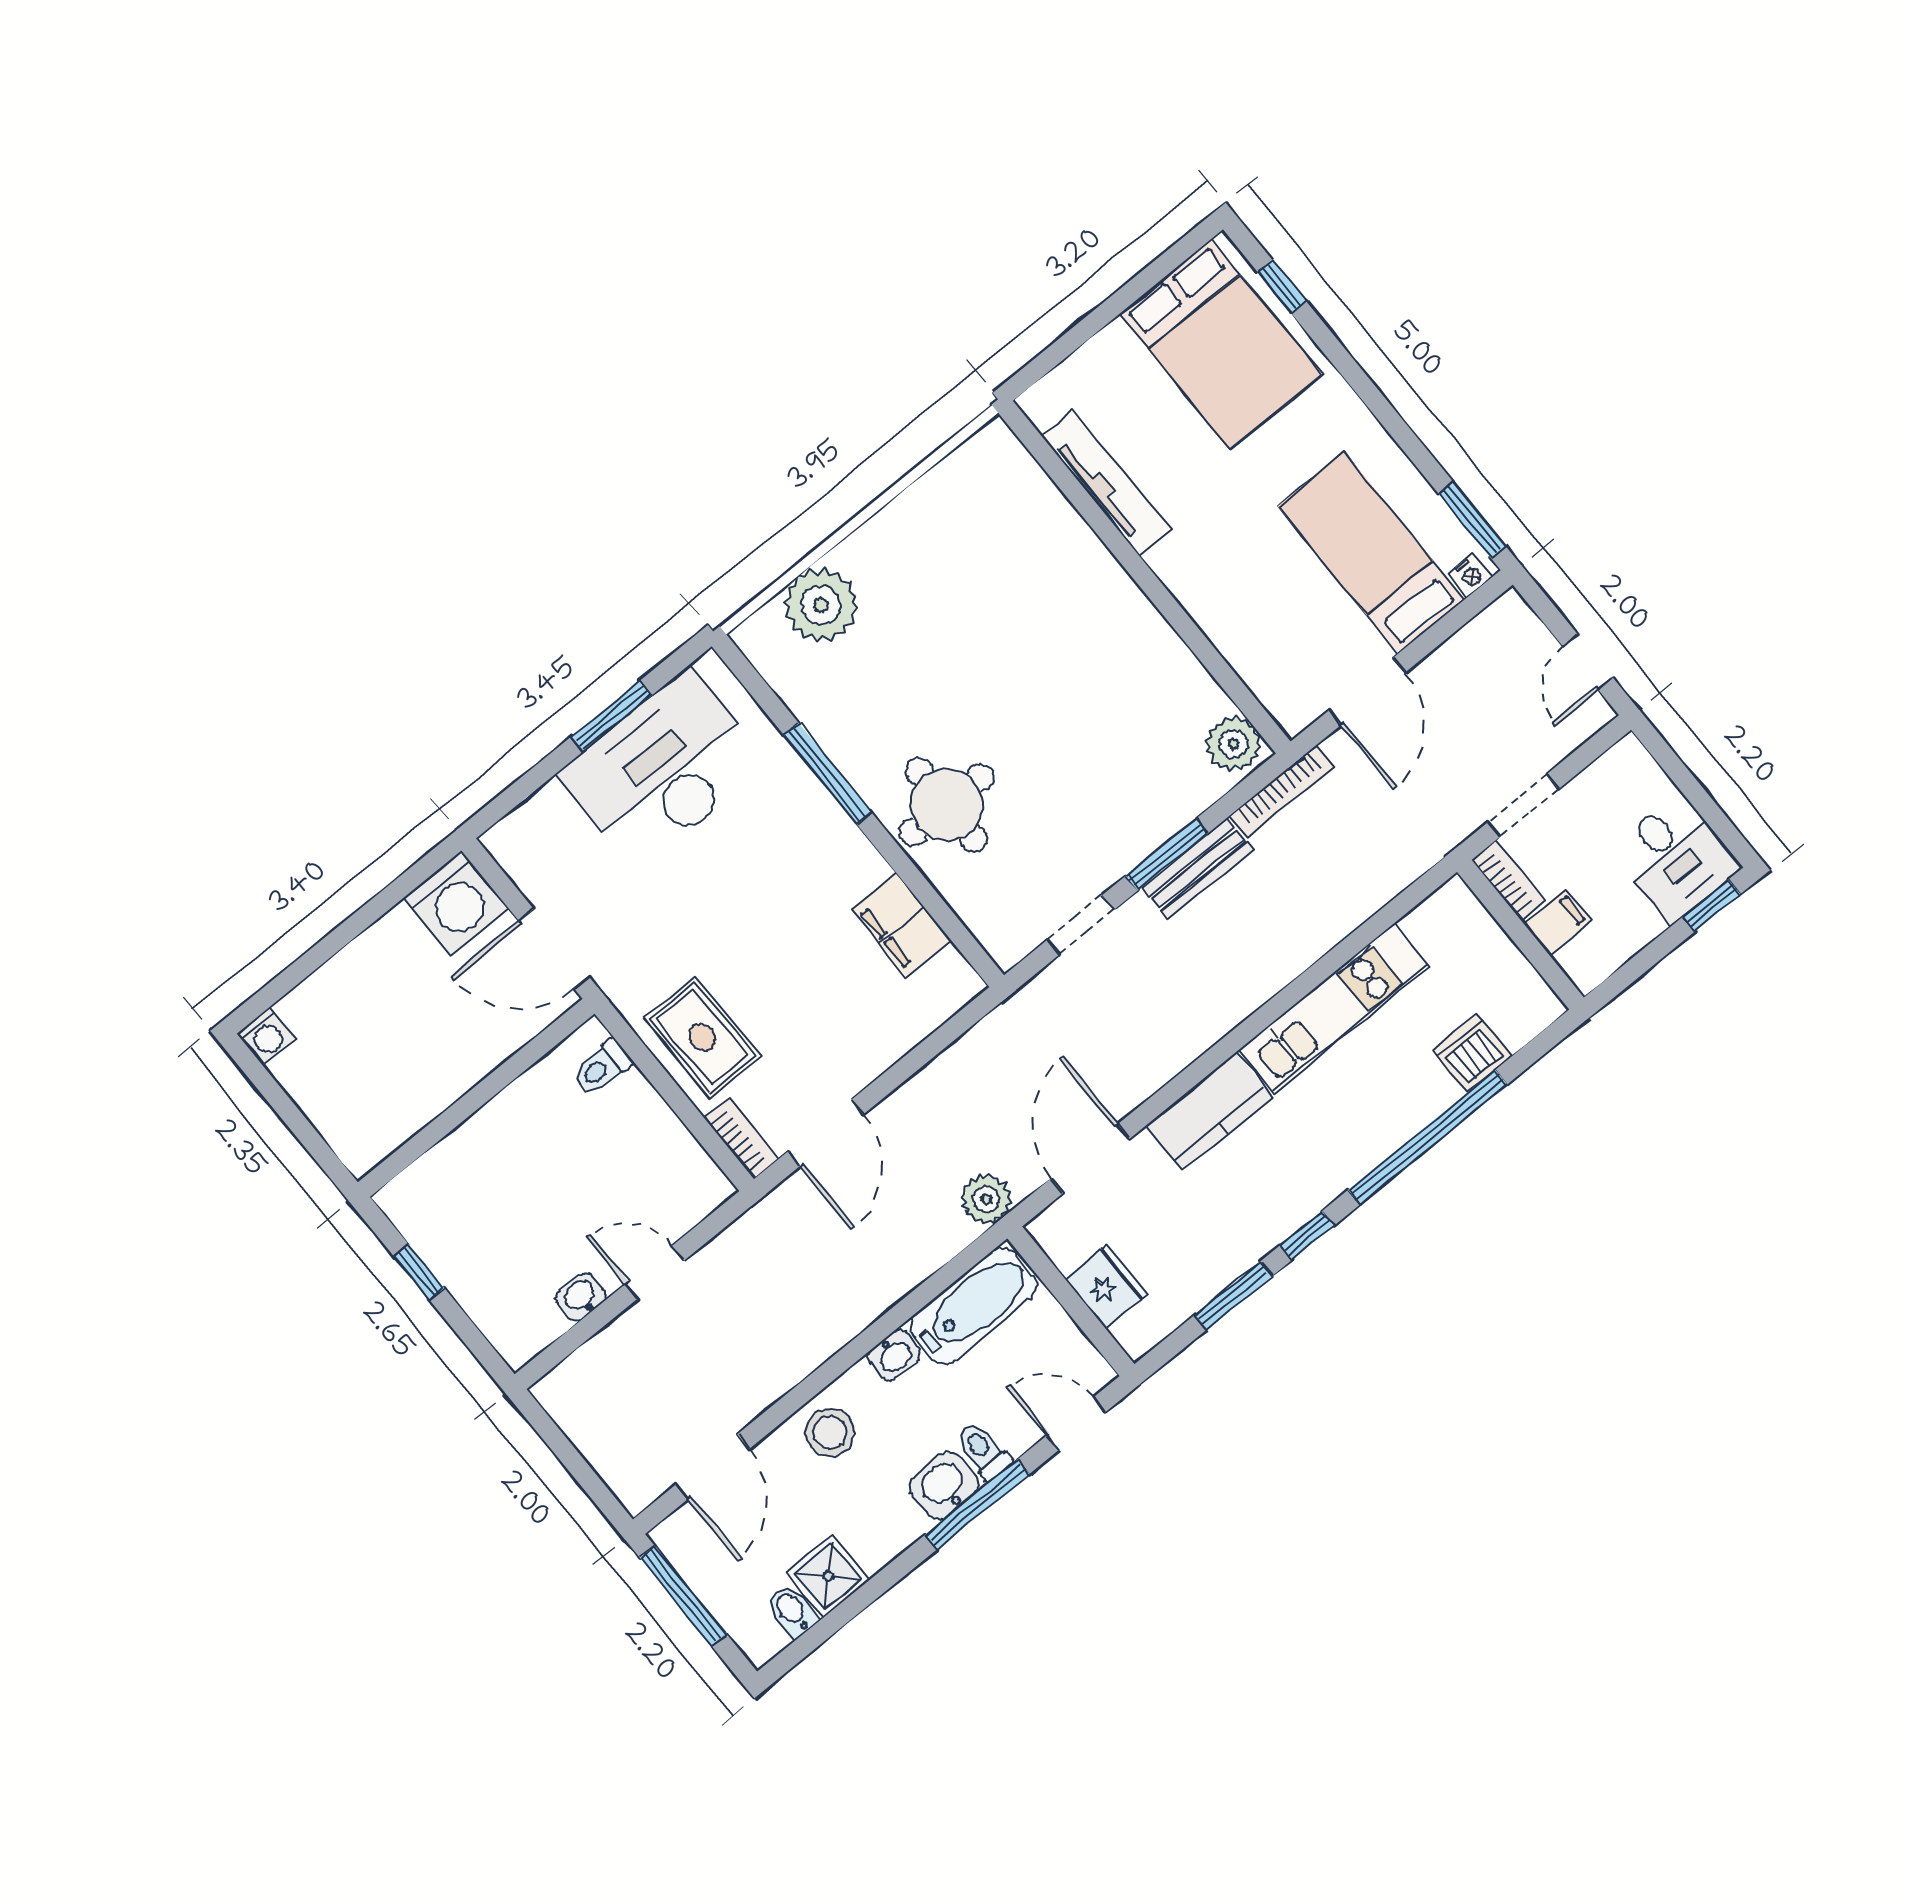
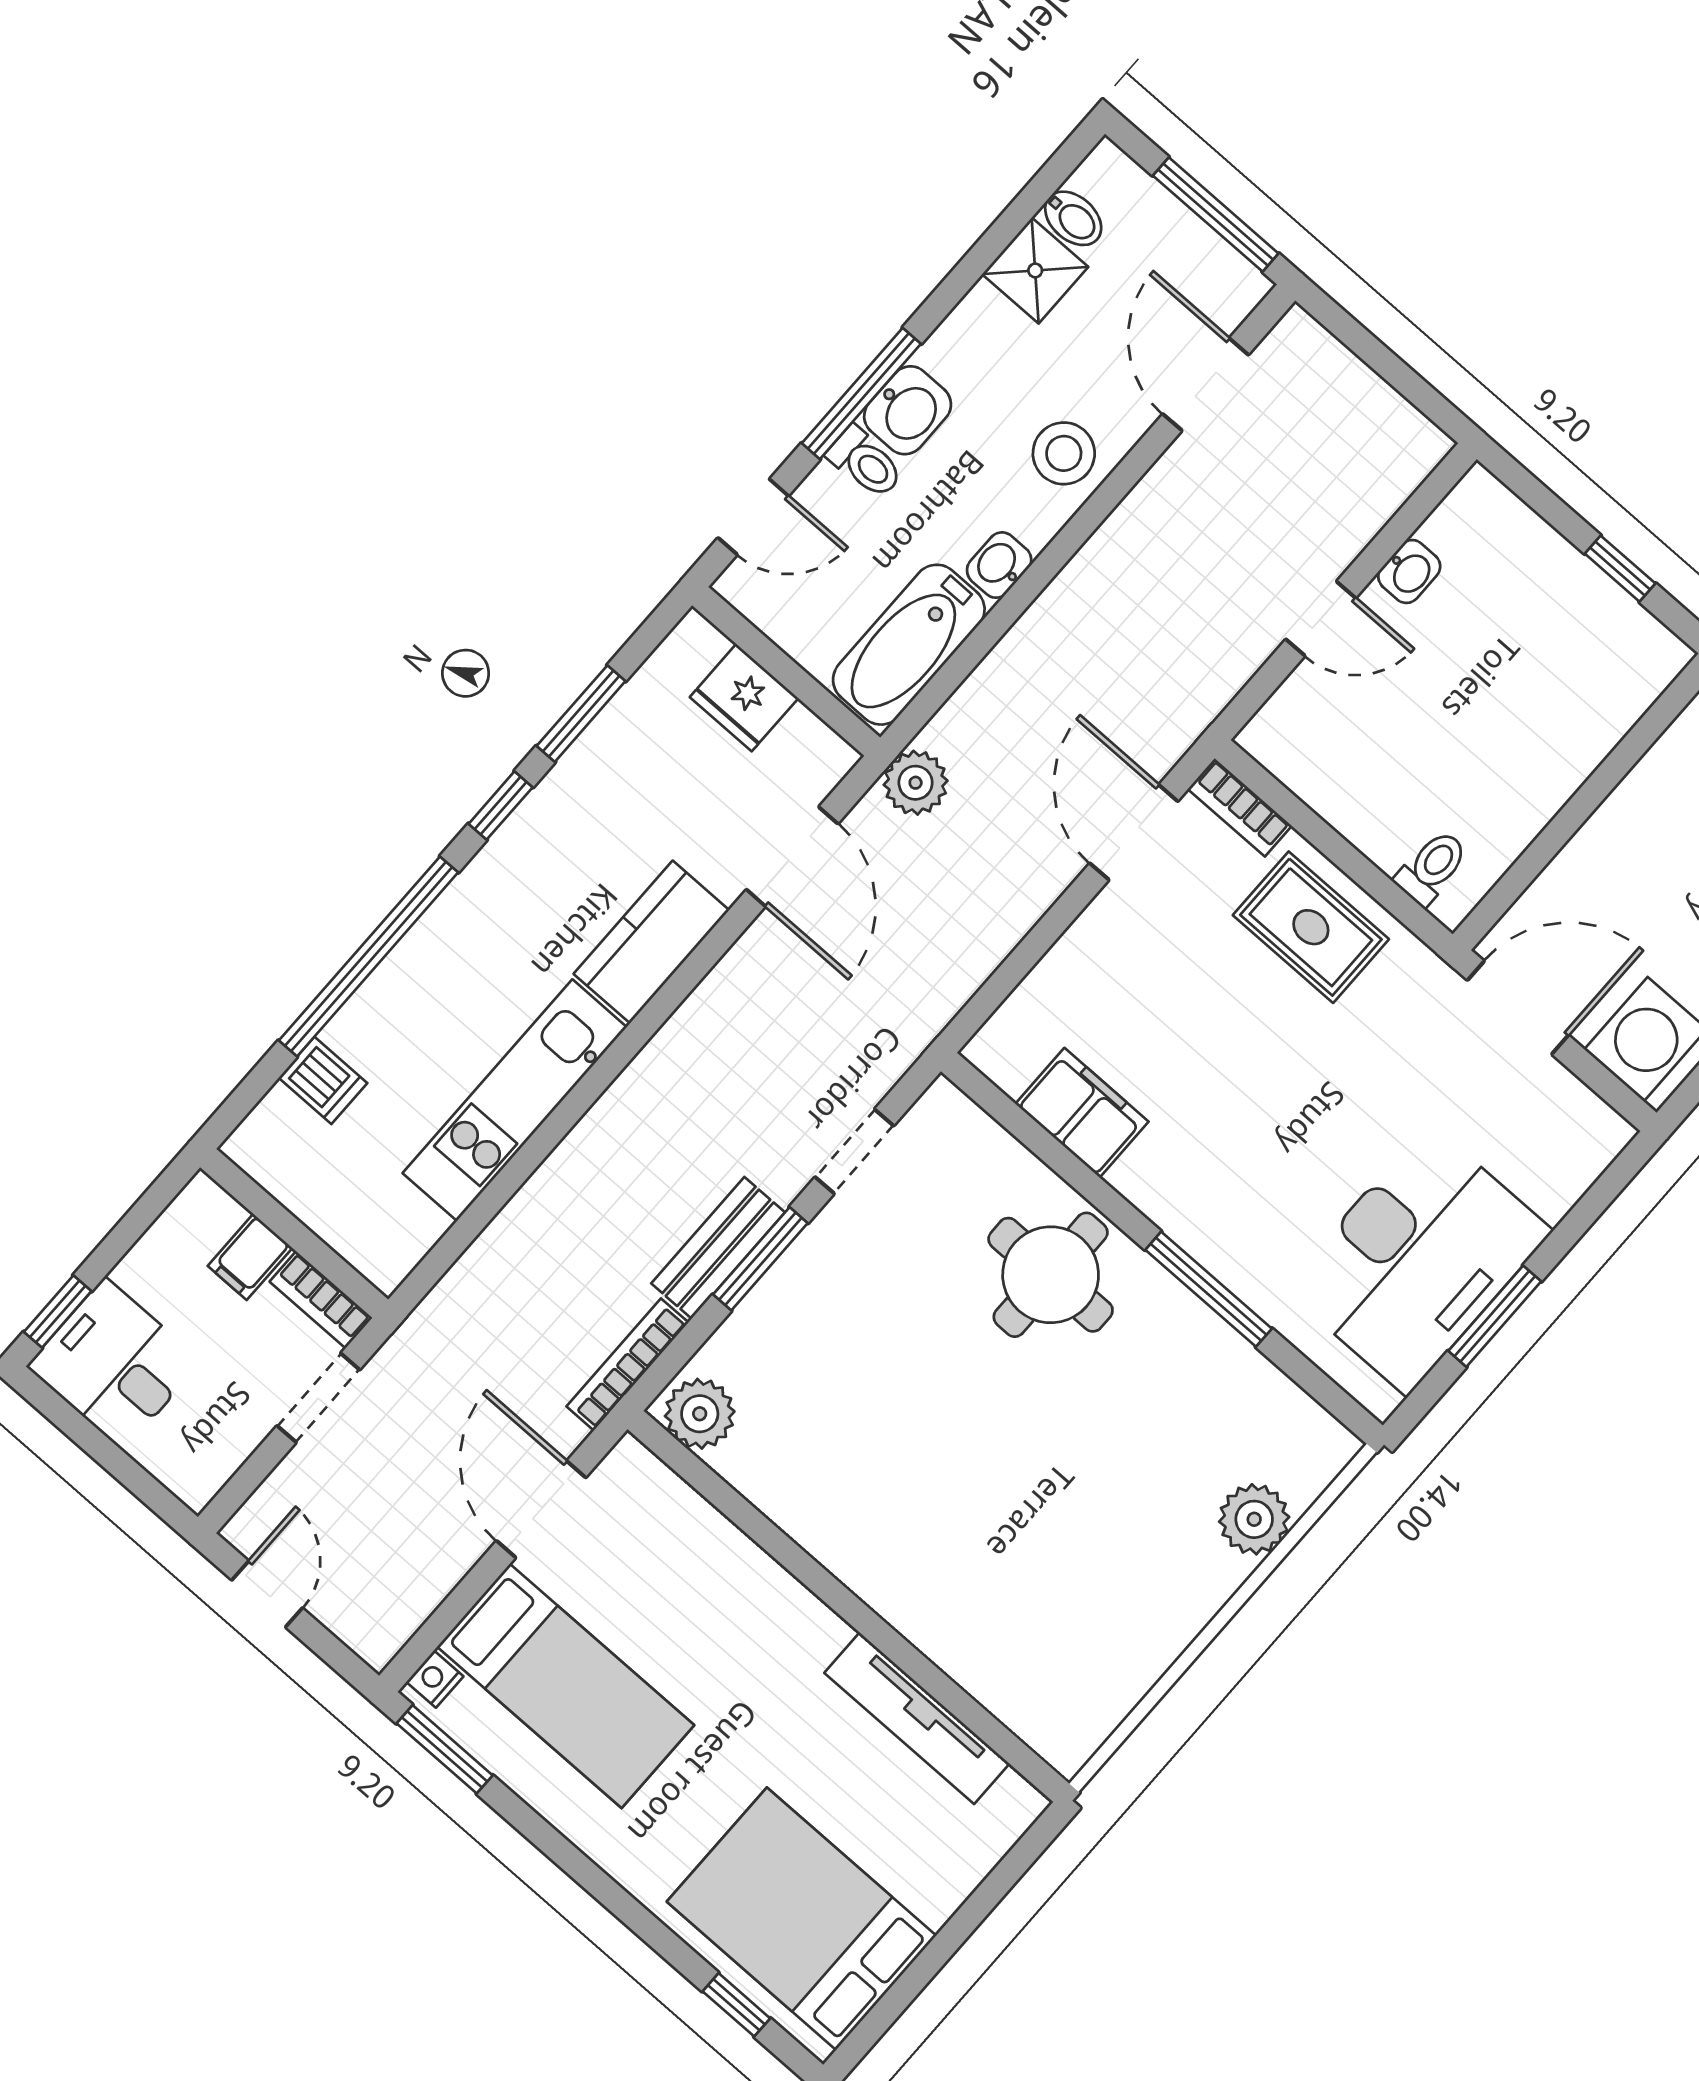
plant: (821, 605) -> (1254, 1519), width x0.73, depth x0.73
dishwasher: (1472, 1053) -> (323, 1080), width x0.73

